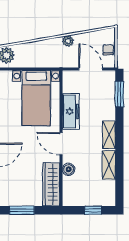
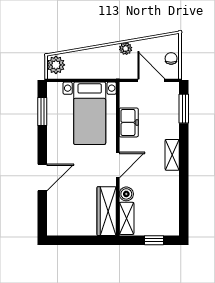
freezer: (71, 111) -> (129, 122), width x0.71
door: (61, 144) -> (118, 165), swing flipped
shelving: (109, 165) -> (127, 218), moved
window: (22, 210) -> (73, 240), removed

